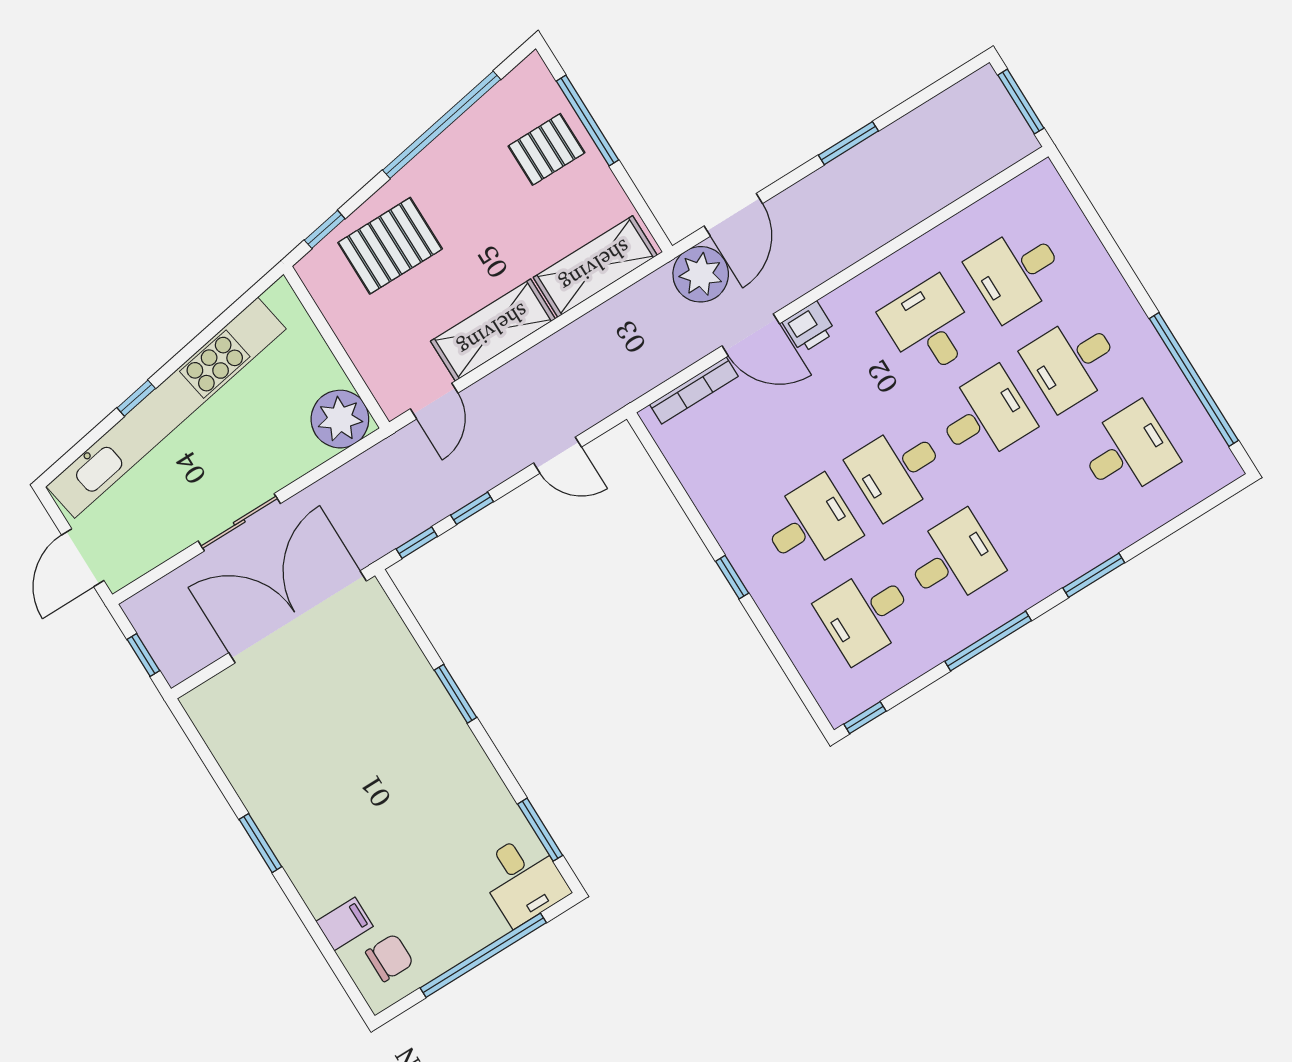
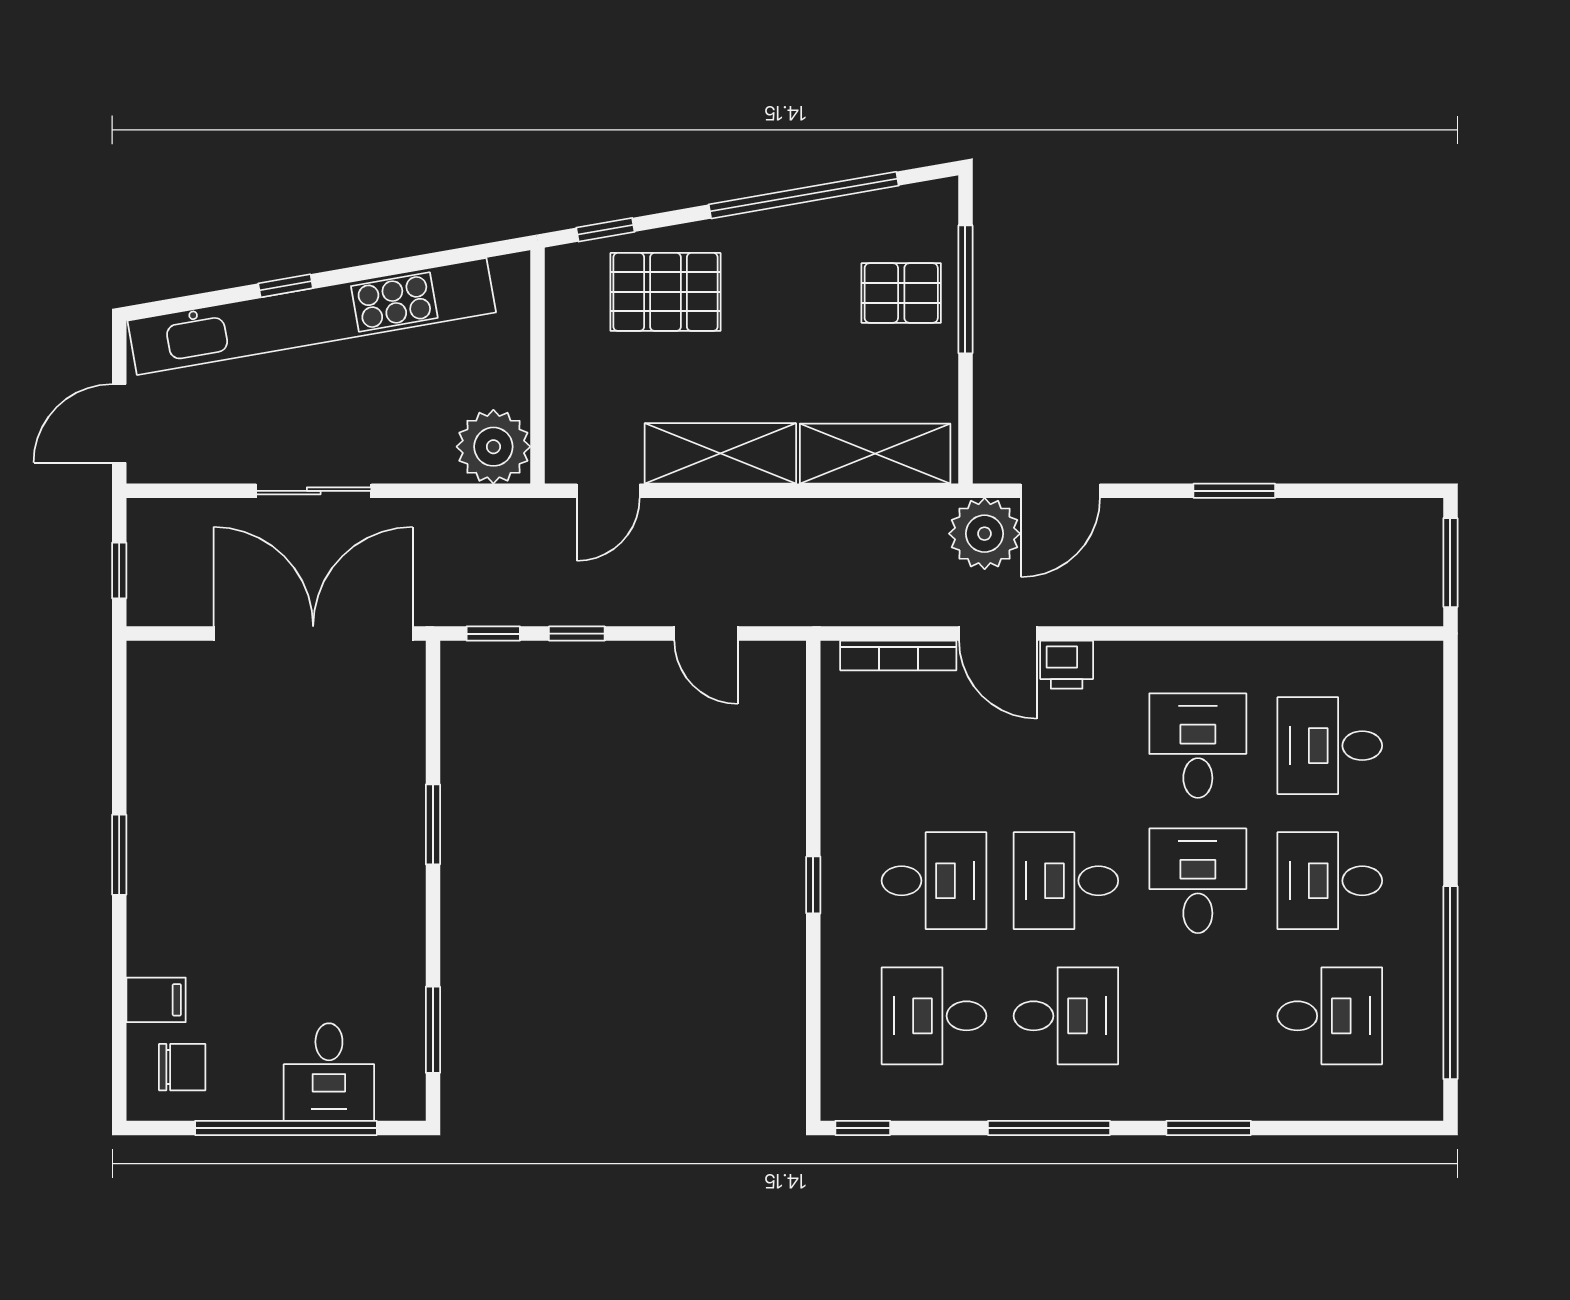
desk: (985, 416) -> (1198, 881), turned -90
desk: (523, 879) -> (329, 1072), moved

